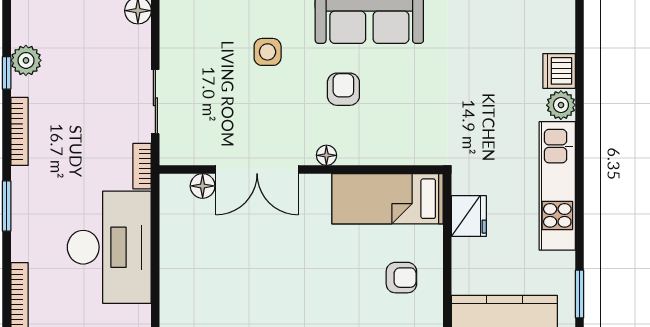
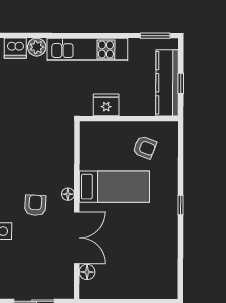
armchair: (343, 89) -> (35, 205), moved, turned 93
bed: (387, 199) -> (114, 187), moved, turned -90
armchair: (401, 278) -> (145, 147), turned 111

